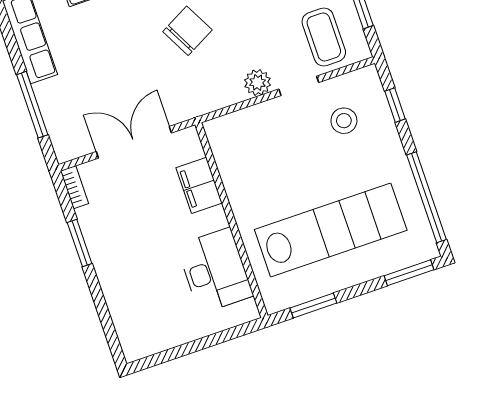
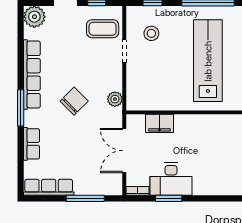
chair: (187, 31) -> (74, 101), turned 73
plant: (258, 83) -> (115, 99), moved
desk: (215, 271) -> (171, 179), moved, turned 180

